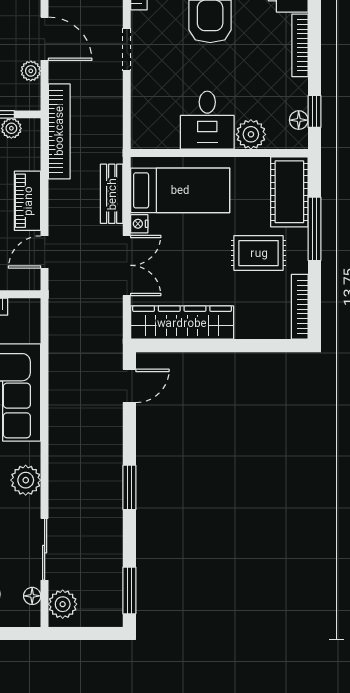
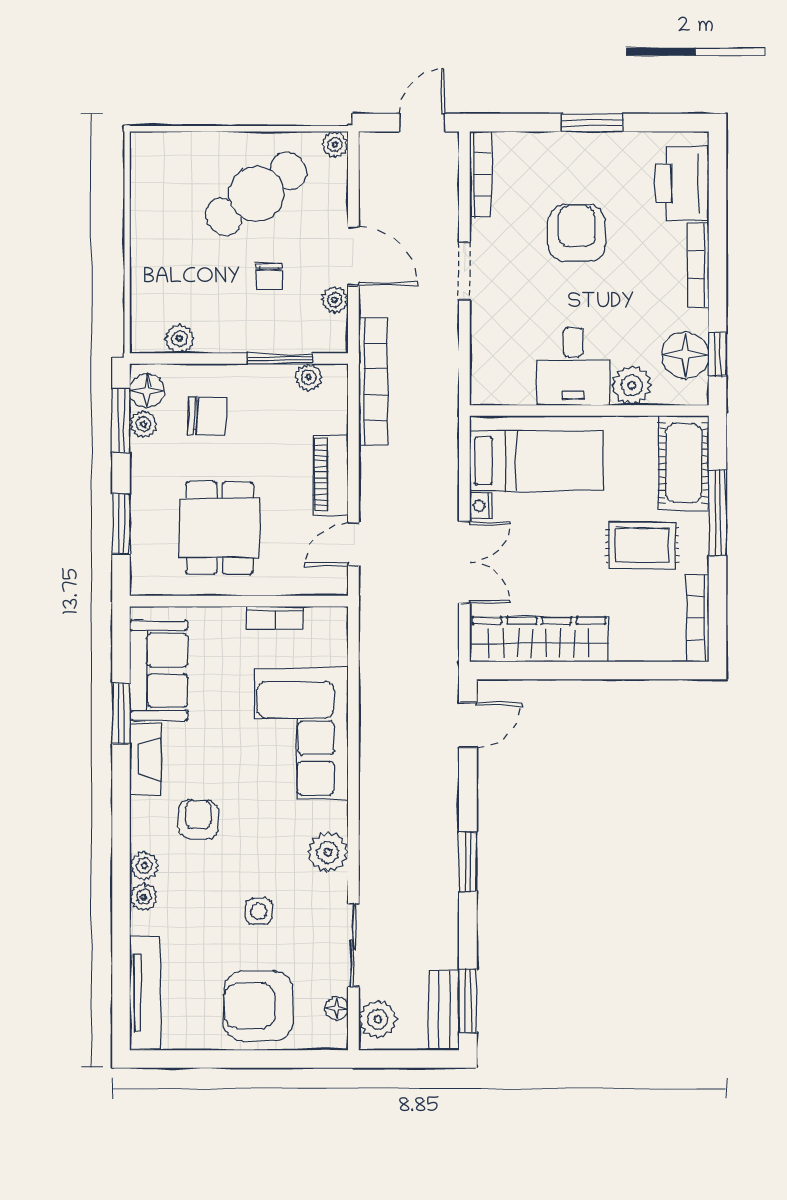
floor lamp: (299, 120) -> (685, 355), width x1.89, depth x1.89
bench: (112, 194) -> (444, 1010), moved

